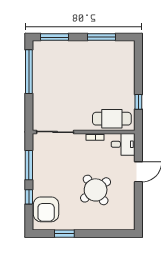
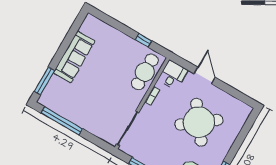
window: (101, 37) -> (68, 40), removed
sofa: (90, 51) -> (74, 57), added
round table: (96, 190) -> (199, 122), width x1.36, depth x1.36

